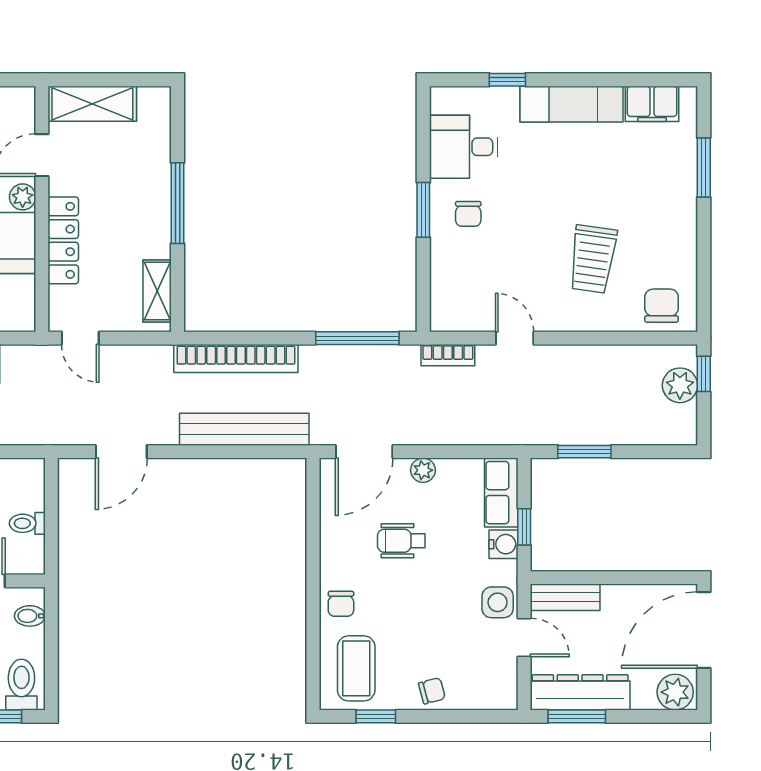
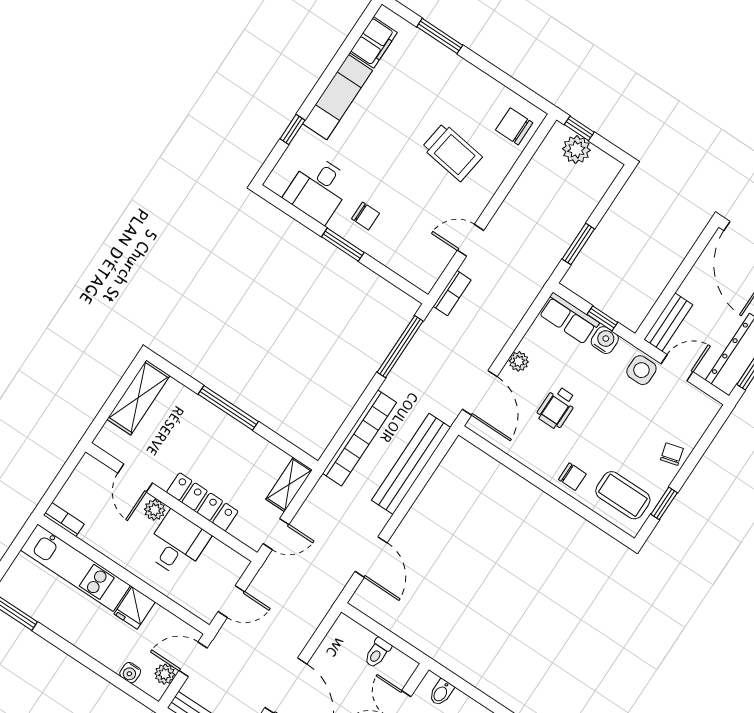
shelving: (92, 104) -> (138, 397), moved
shelving: (157, 291) -> (289, 485), moved, turned 90

